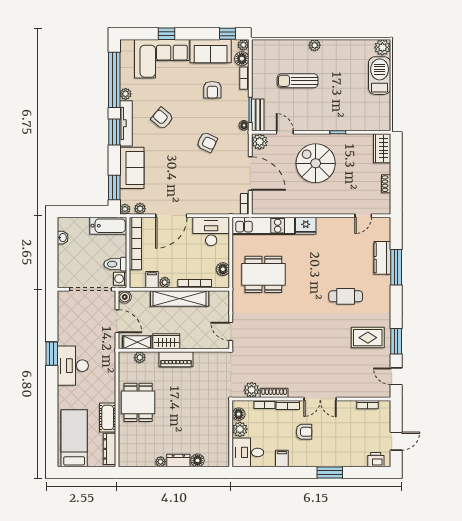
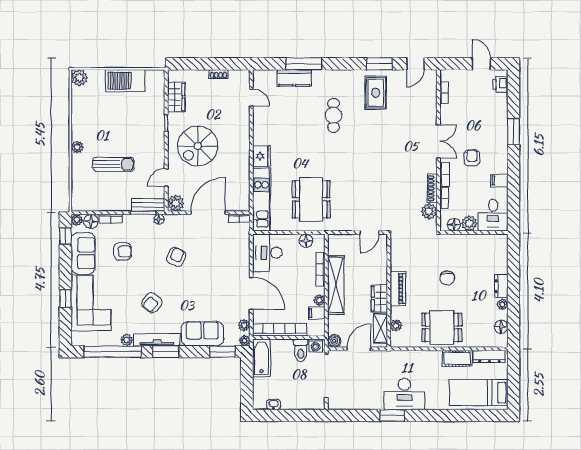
barbecue: (380, 76) -> (125, 81), moved
sun lounger: (298, 81) -> (113, 164), turned -90
wardrobe: (382, 148) -> (176, 97), moved, turned -90
chair: (186, 408) -> (447, 278), added
floor lamp: (197, 460) -> (501, 327), moved

